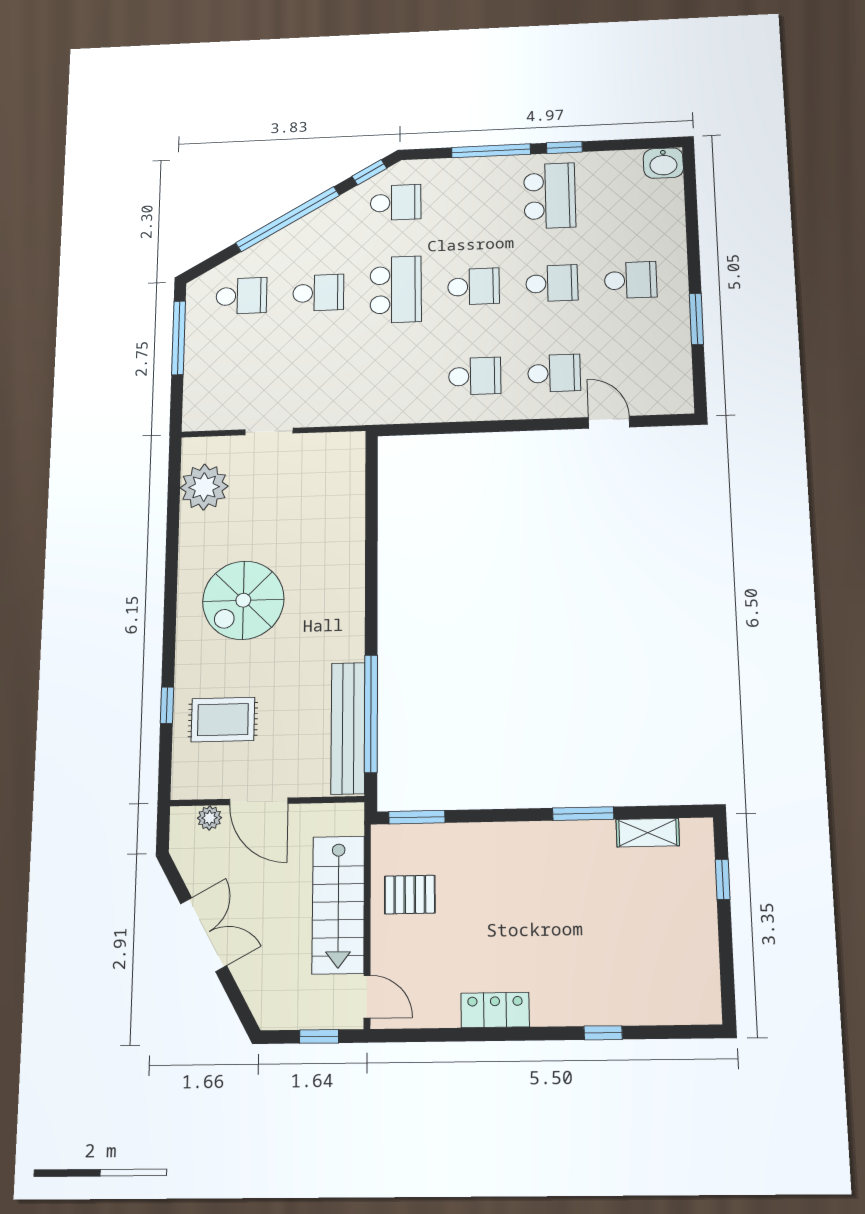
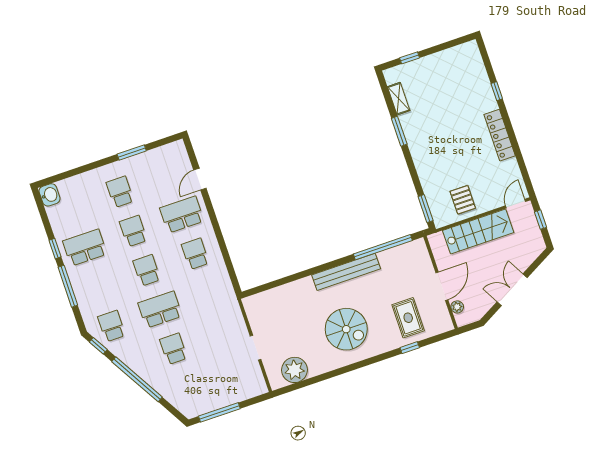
school desk: (241, 296) -> (187, 388), removed
school desk: (554, 373) -> (182, 215), width x1.85
bench: (348, 728) -> (346, 272), moved
locker: (495, 1010) -> (500, 135), width x1.53

